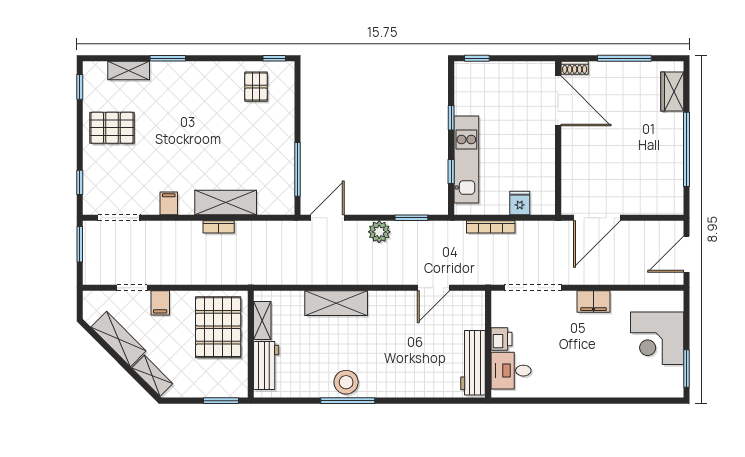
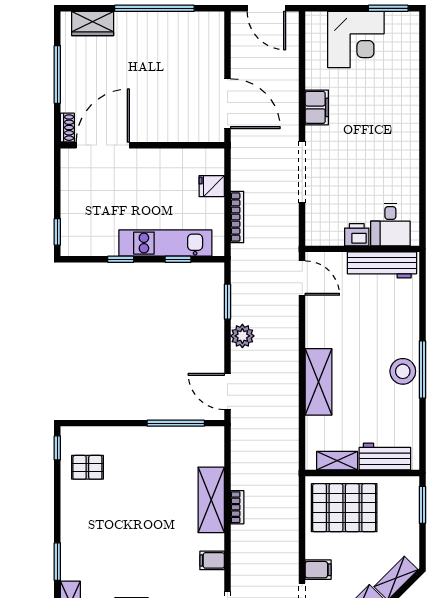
printer: (501, 339) -> (357, 235), moved
wall: (488, 344) -> (362, 249), moved
workbench: (473, 363) -> (382, 265), moved
desk: (511, 371) -> (390, 224), moved

